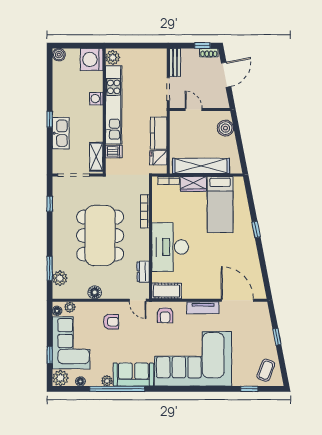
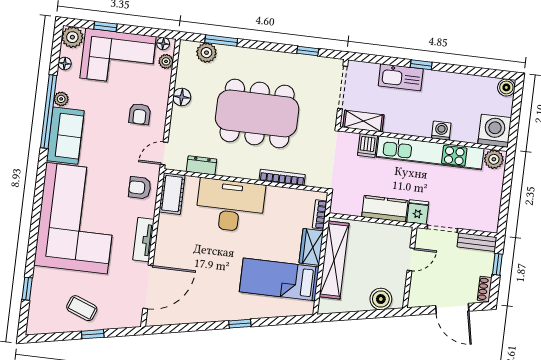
window: (202, 46) -> (497, 264), moved
fridge: (158, 158) -> (418, 212), moved
coffee table: (266, 370) -> (82, 308), moved

